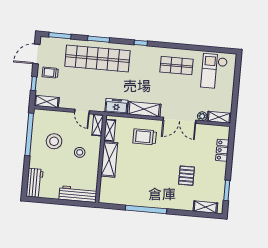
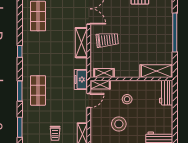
shop shelf: (97, 58) -> (38, 90), width x0.50, depth x0.74
freezer: (116, 106) -> (81, 79), moved
trolley: (145, 137) -> (107, 40), turned -96
shelving: (109, 159) -> (156, 71), moved
workbench: (78, 194) -> (166, 93), width x0.73

